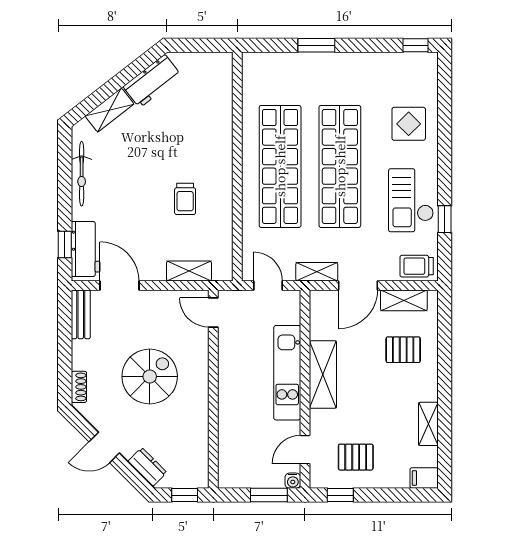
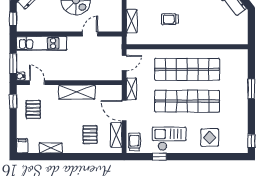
door: (213, 313) -> (90, 34), moved
kitchen unit: (287, 373) -> (42, 43), moved, turned 180

